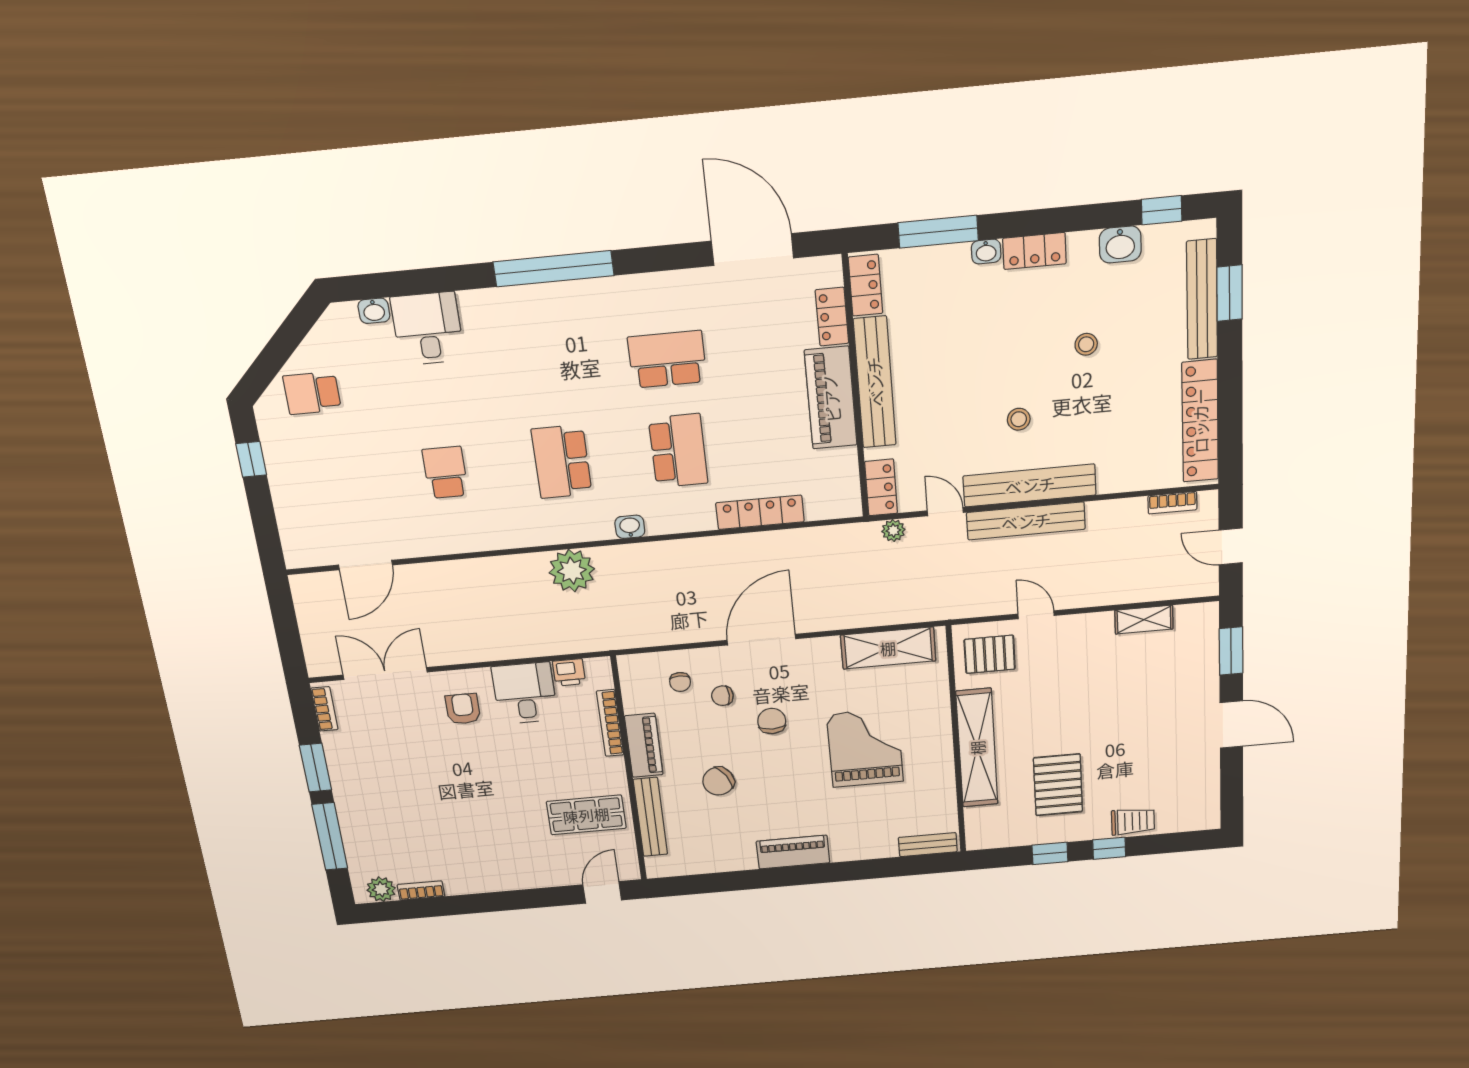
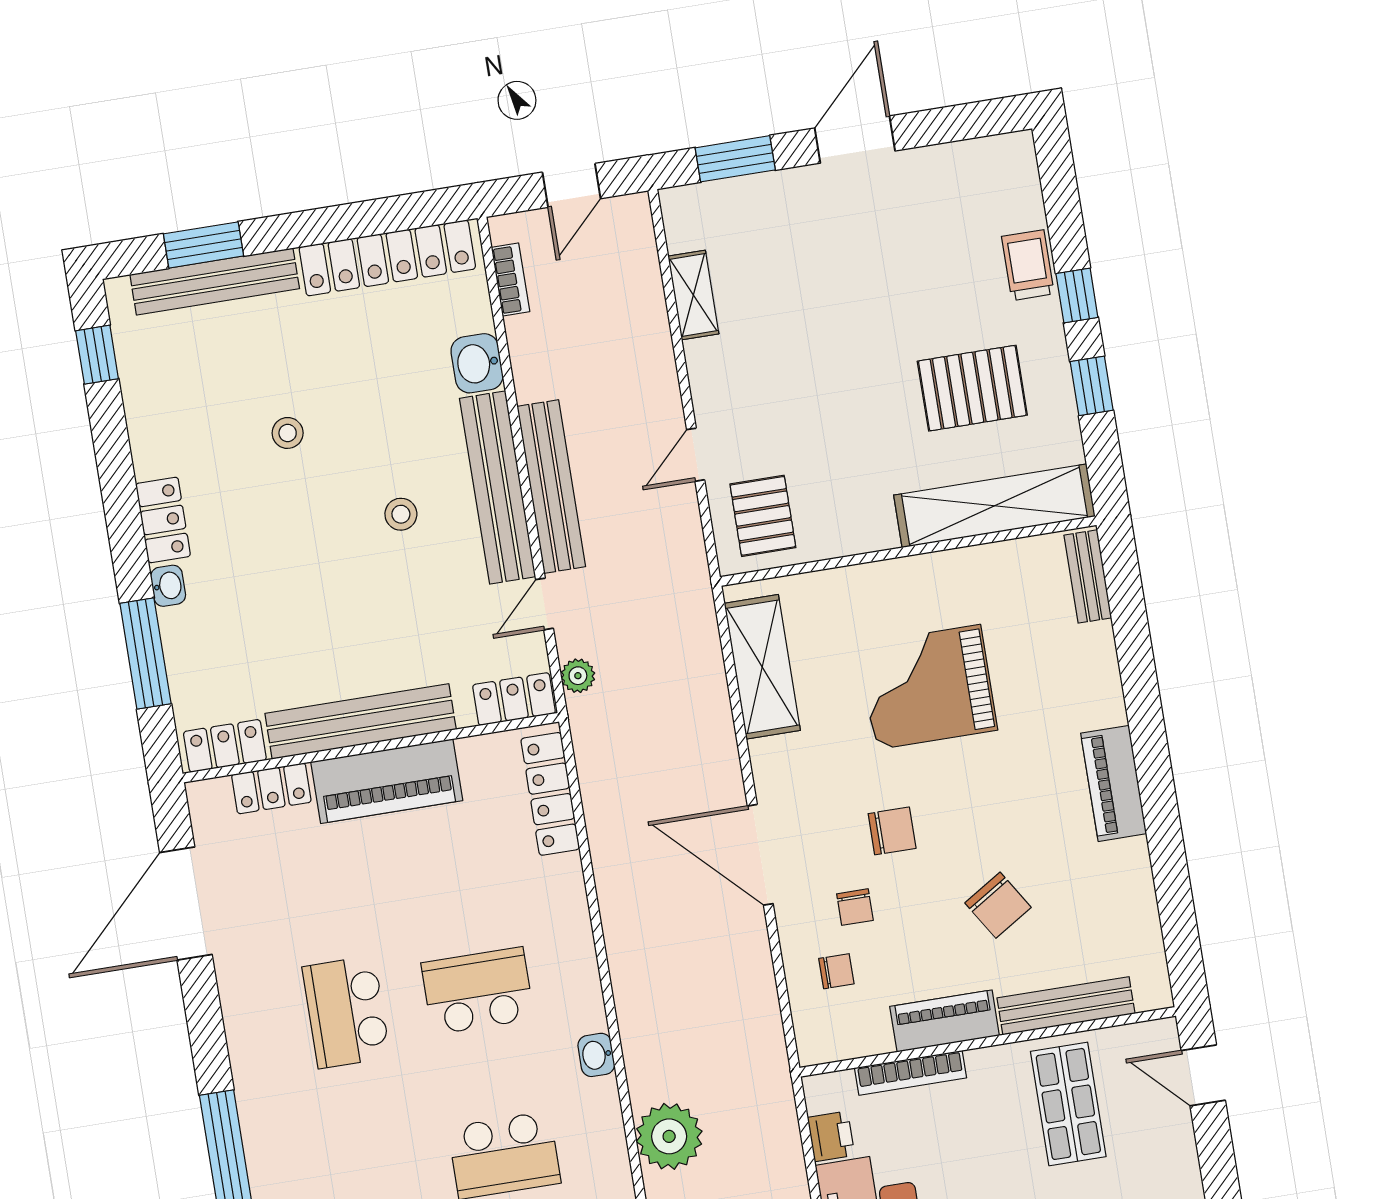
washbasin: (1120, 245) -> (477, 363), moved, turned 180
locker: (760, 512) -> (550, 794), moved
chair: (772, 721) -> (892, 831), turned 180
shelving: (977, 748) -> (994, 506), moved

